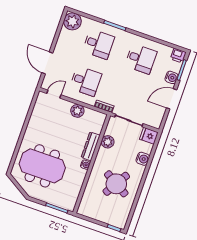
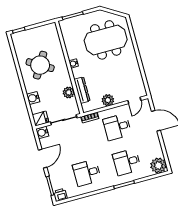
water cooler: (171, 77) -> (42, 132), moved
dresser: (91, 146) -> (82, 90), moved

